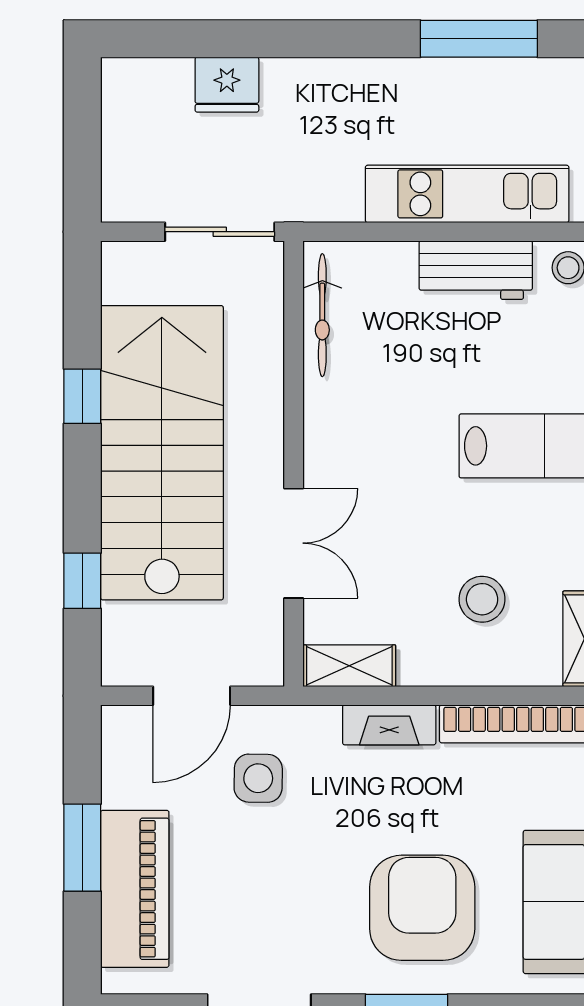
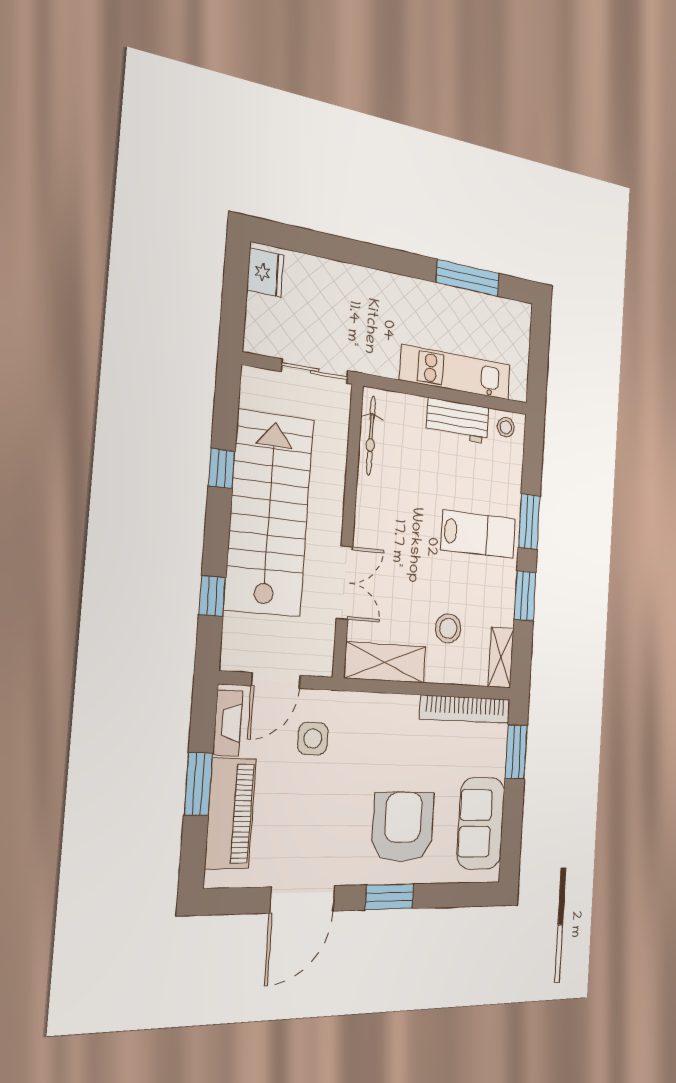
fridge: (227, 85) -> (265, 273), moved, turned -90
shelving: (349, 666) -> (385, 662), width x1.50, depth x1.33
fireplace: (389, 725) -> (228, 723), moved, turned -90

